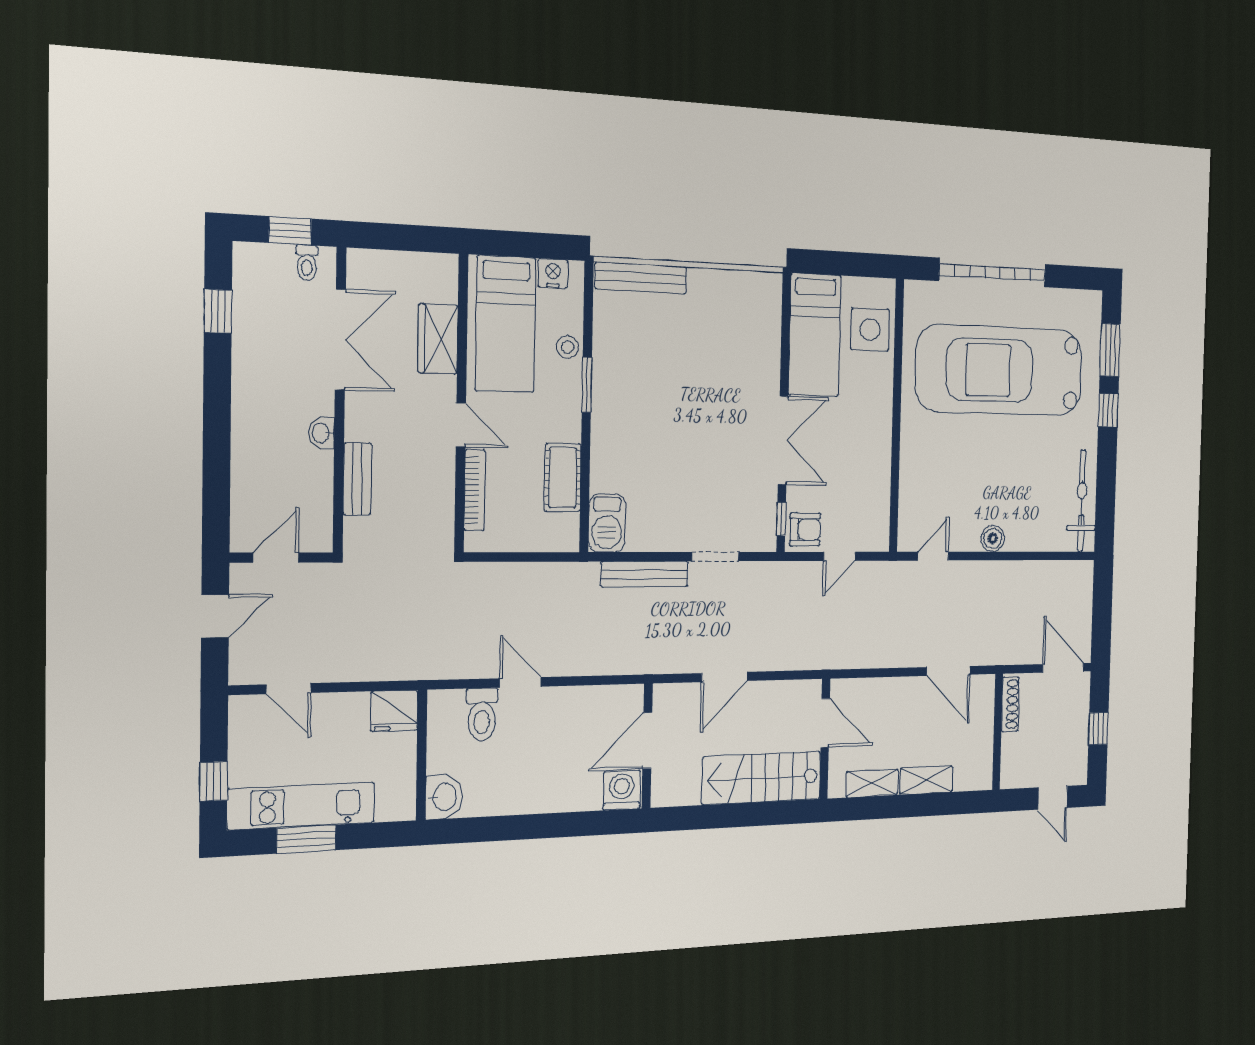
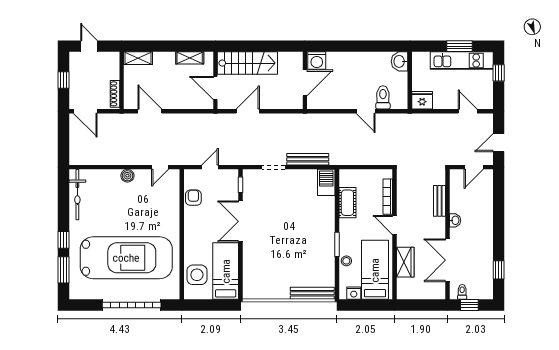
armchair: (805, 529) -> (193, 198), moved, turned 90
door: (725, 677) -> (248, 111), moved
shelving: (926, 780) -> (138, 58), moved

